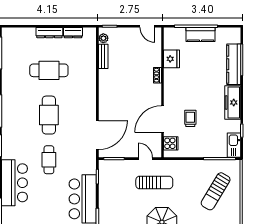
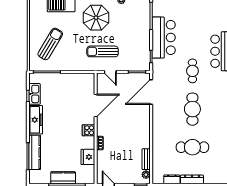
trolley: (190, 118) -> (72, 106), removed
cooker: (171, 143) -> (88, 130), moved
kitchen sink: (234, 145) -> (34, 94), moved

